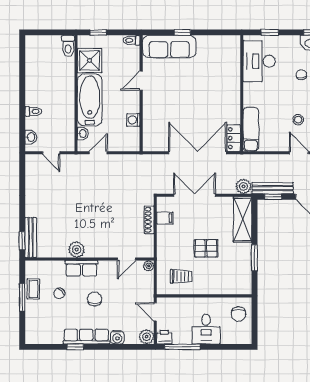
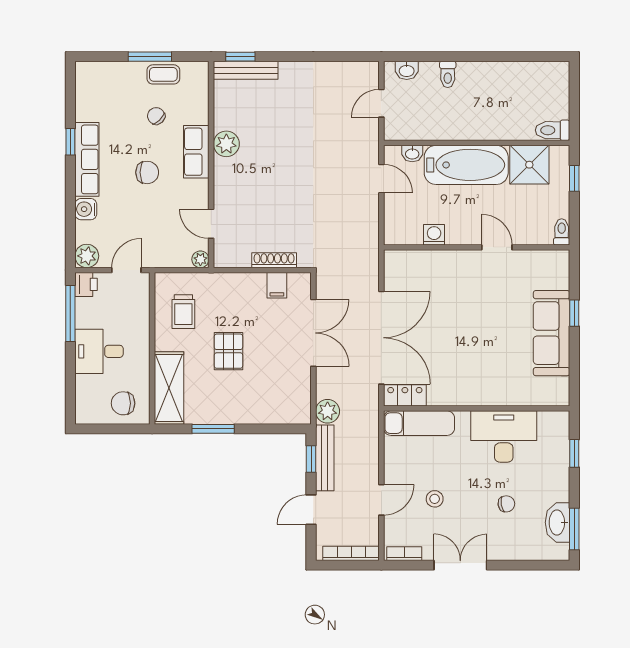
sofa: (169, 47) -> (552, 333), moved
desk: (259, 61) -> (504, 437), moved
shelving: (243, 219) -> (169, 388), moved, turned 90

